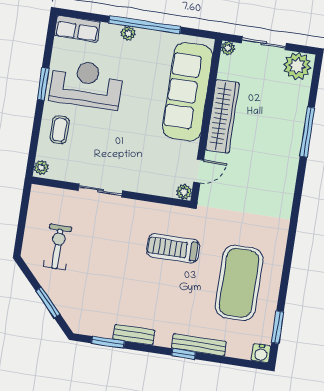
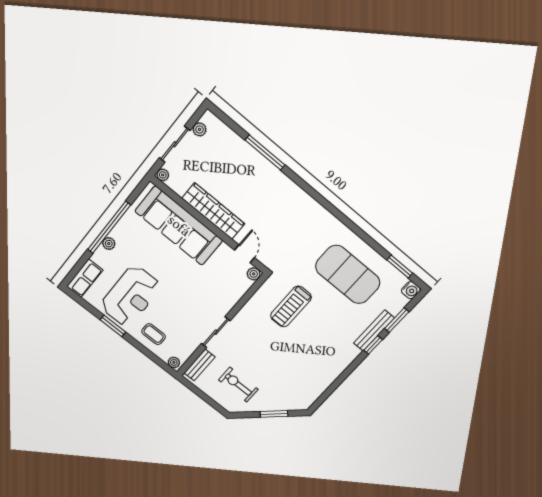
plant: (297, 66) -> (199, 129), width x0.53, depth x0.53
reception desk: (86, 84) -> (131, 296), turned 180
bench: (134, 335) -> (200, 365), moved
window: (108, 342) -> (397, 320), moved

